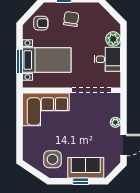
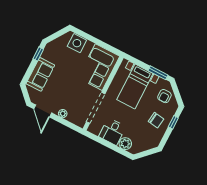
window: (19, 61) -> (158, 73), moved
side table: (52, 159) -> (77, 43), moved
window: (81, 181) -> (38, 54), moved

